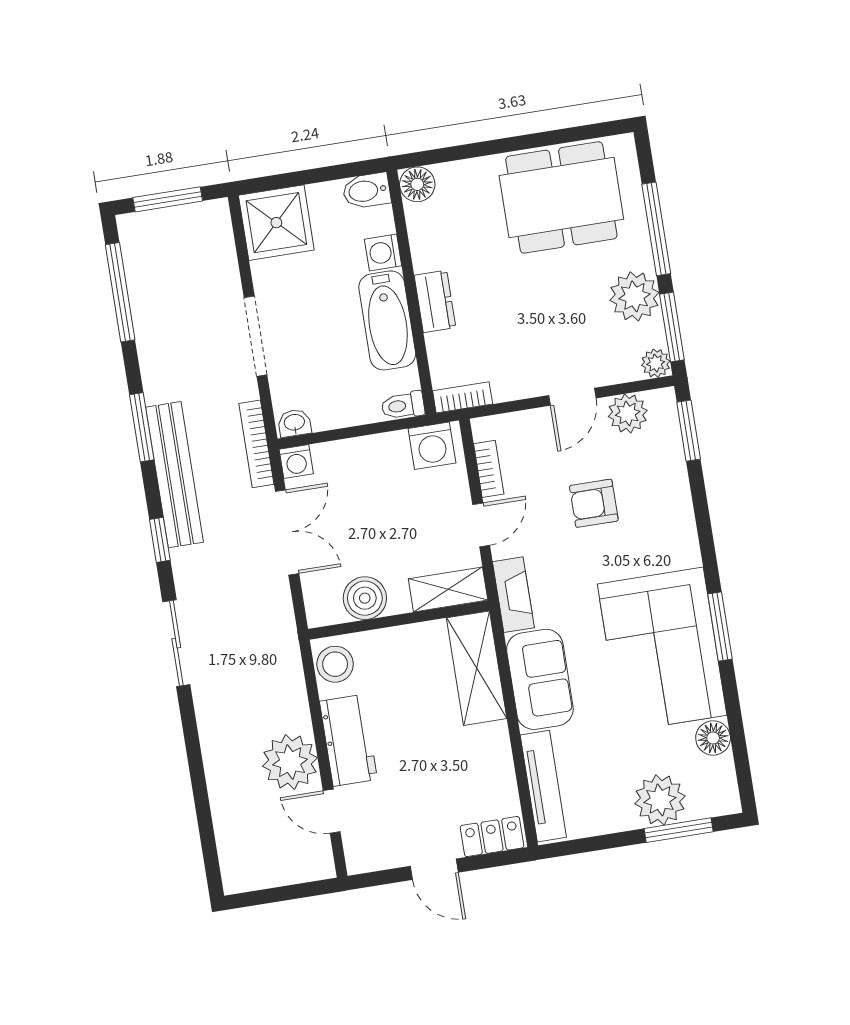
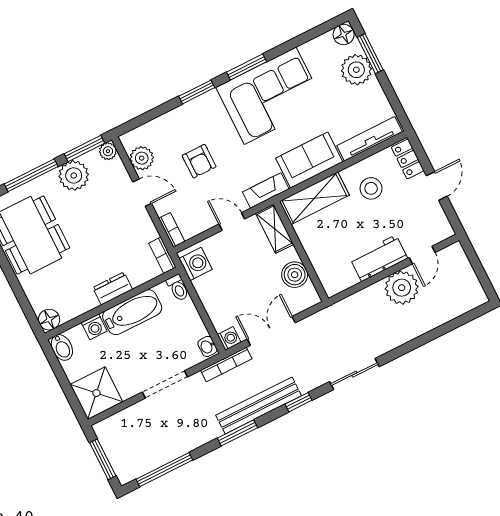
window: (689, 431) -> (197, 92), moved
bookcase: (489, 469) -> (172, 230), moved, turned 90
stool: (335, 664) -> (371, 188), moved
floor lamp: (713, 738) -> (344, 34), moved

